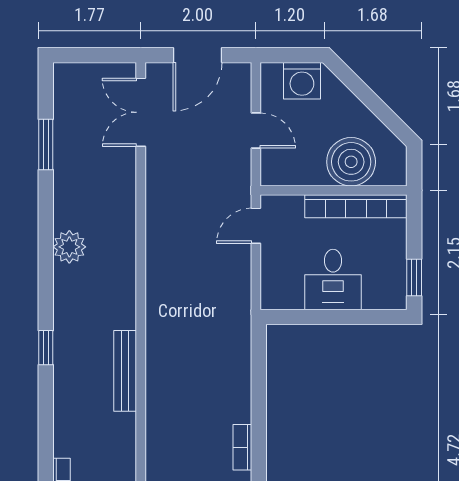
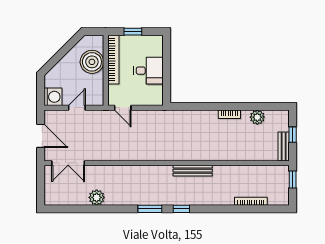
washing machine: (302, 81) -> (53, 97), moved
window: (46, 145) -> (150, 209), moved
plant: (69, 247) -> (97, 197), moved
window: (414, 277) -> (133, 32), moved

